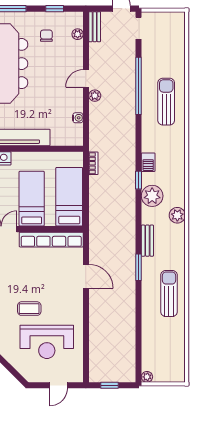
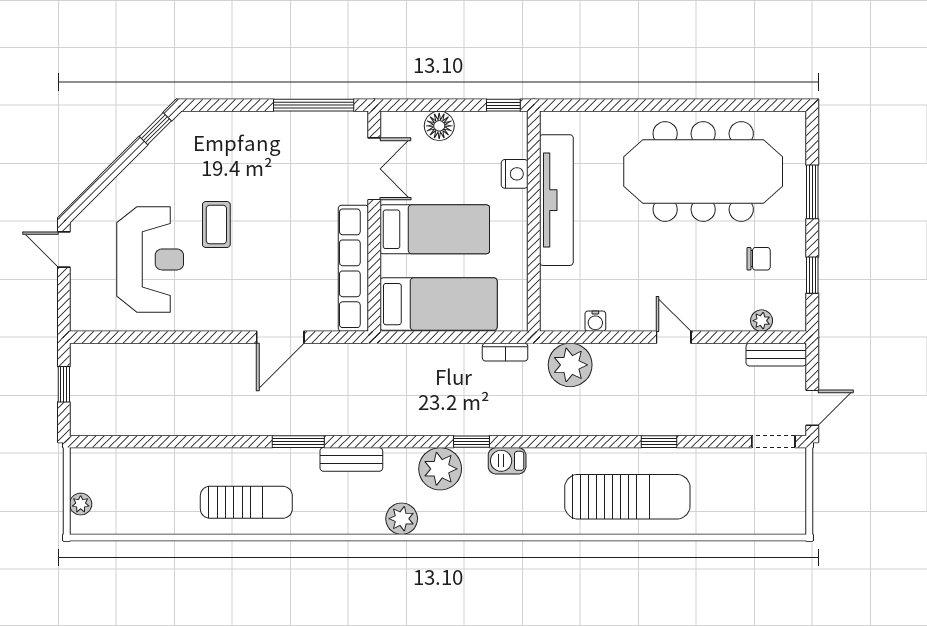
window: (139, 86) -> (659, 442), width x0.32
plant: (95, 96) -> (570, 365), moved, width x1.88, depth x1.88
sun lounger: (166, 102) -> (627, 497), width x1.36, depth x1.34
reception desk: (47, 342) -> (150, 259), turned 180
plant: (147, 377) -> (81, 504), moved
door: (58, 385) -> (64, 249), moved

